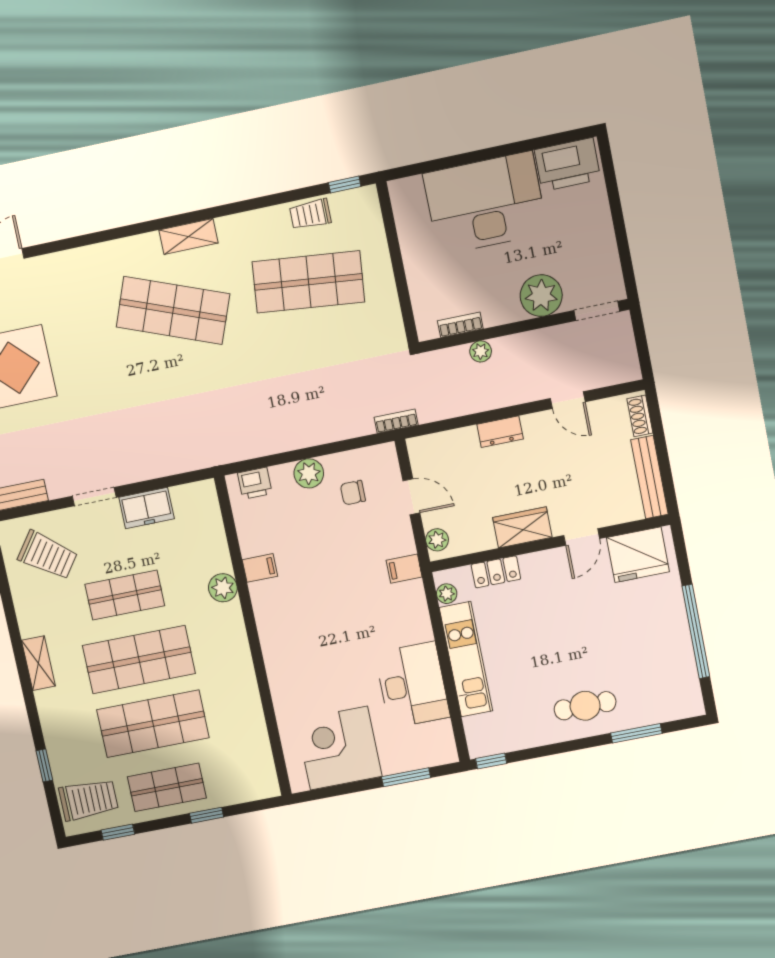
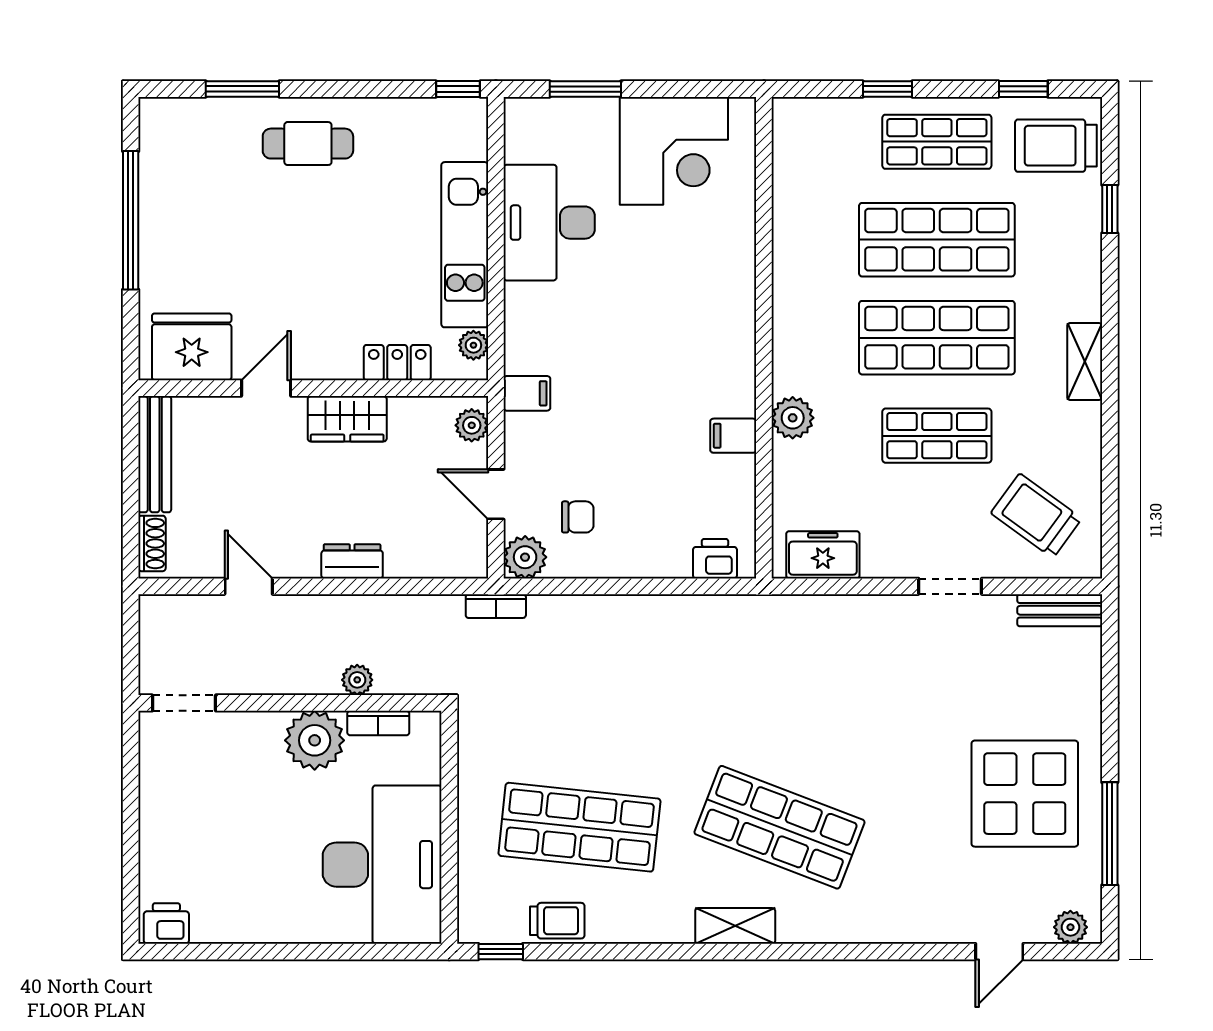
printer: (568, 164) -> (166, 923), width x0.53, depth x0.68
desk: (485, 203) -> (382, 865), moved, turned -90
plant: (541, 296) -> (315, 740), moved
plant: (309, 473) -> (525, 557), moved
freezer: (147, 508) -> (823, 555), moved

